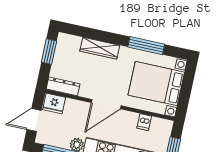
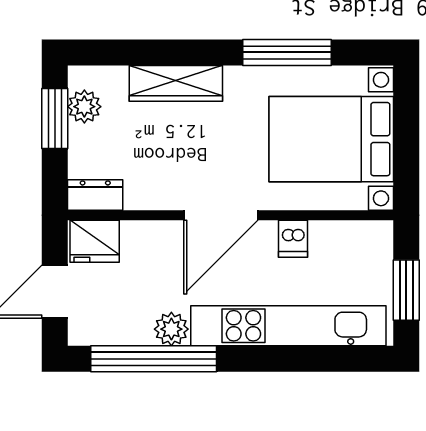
plant: (62, 49) -> (84, 107), added
dresser: (63, 86) -> (95, 195), width x0.70
dishwasher: (144, 122) -> (293, 239), moved

